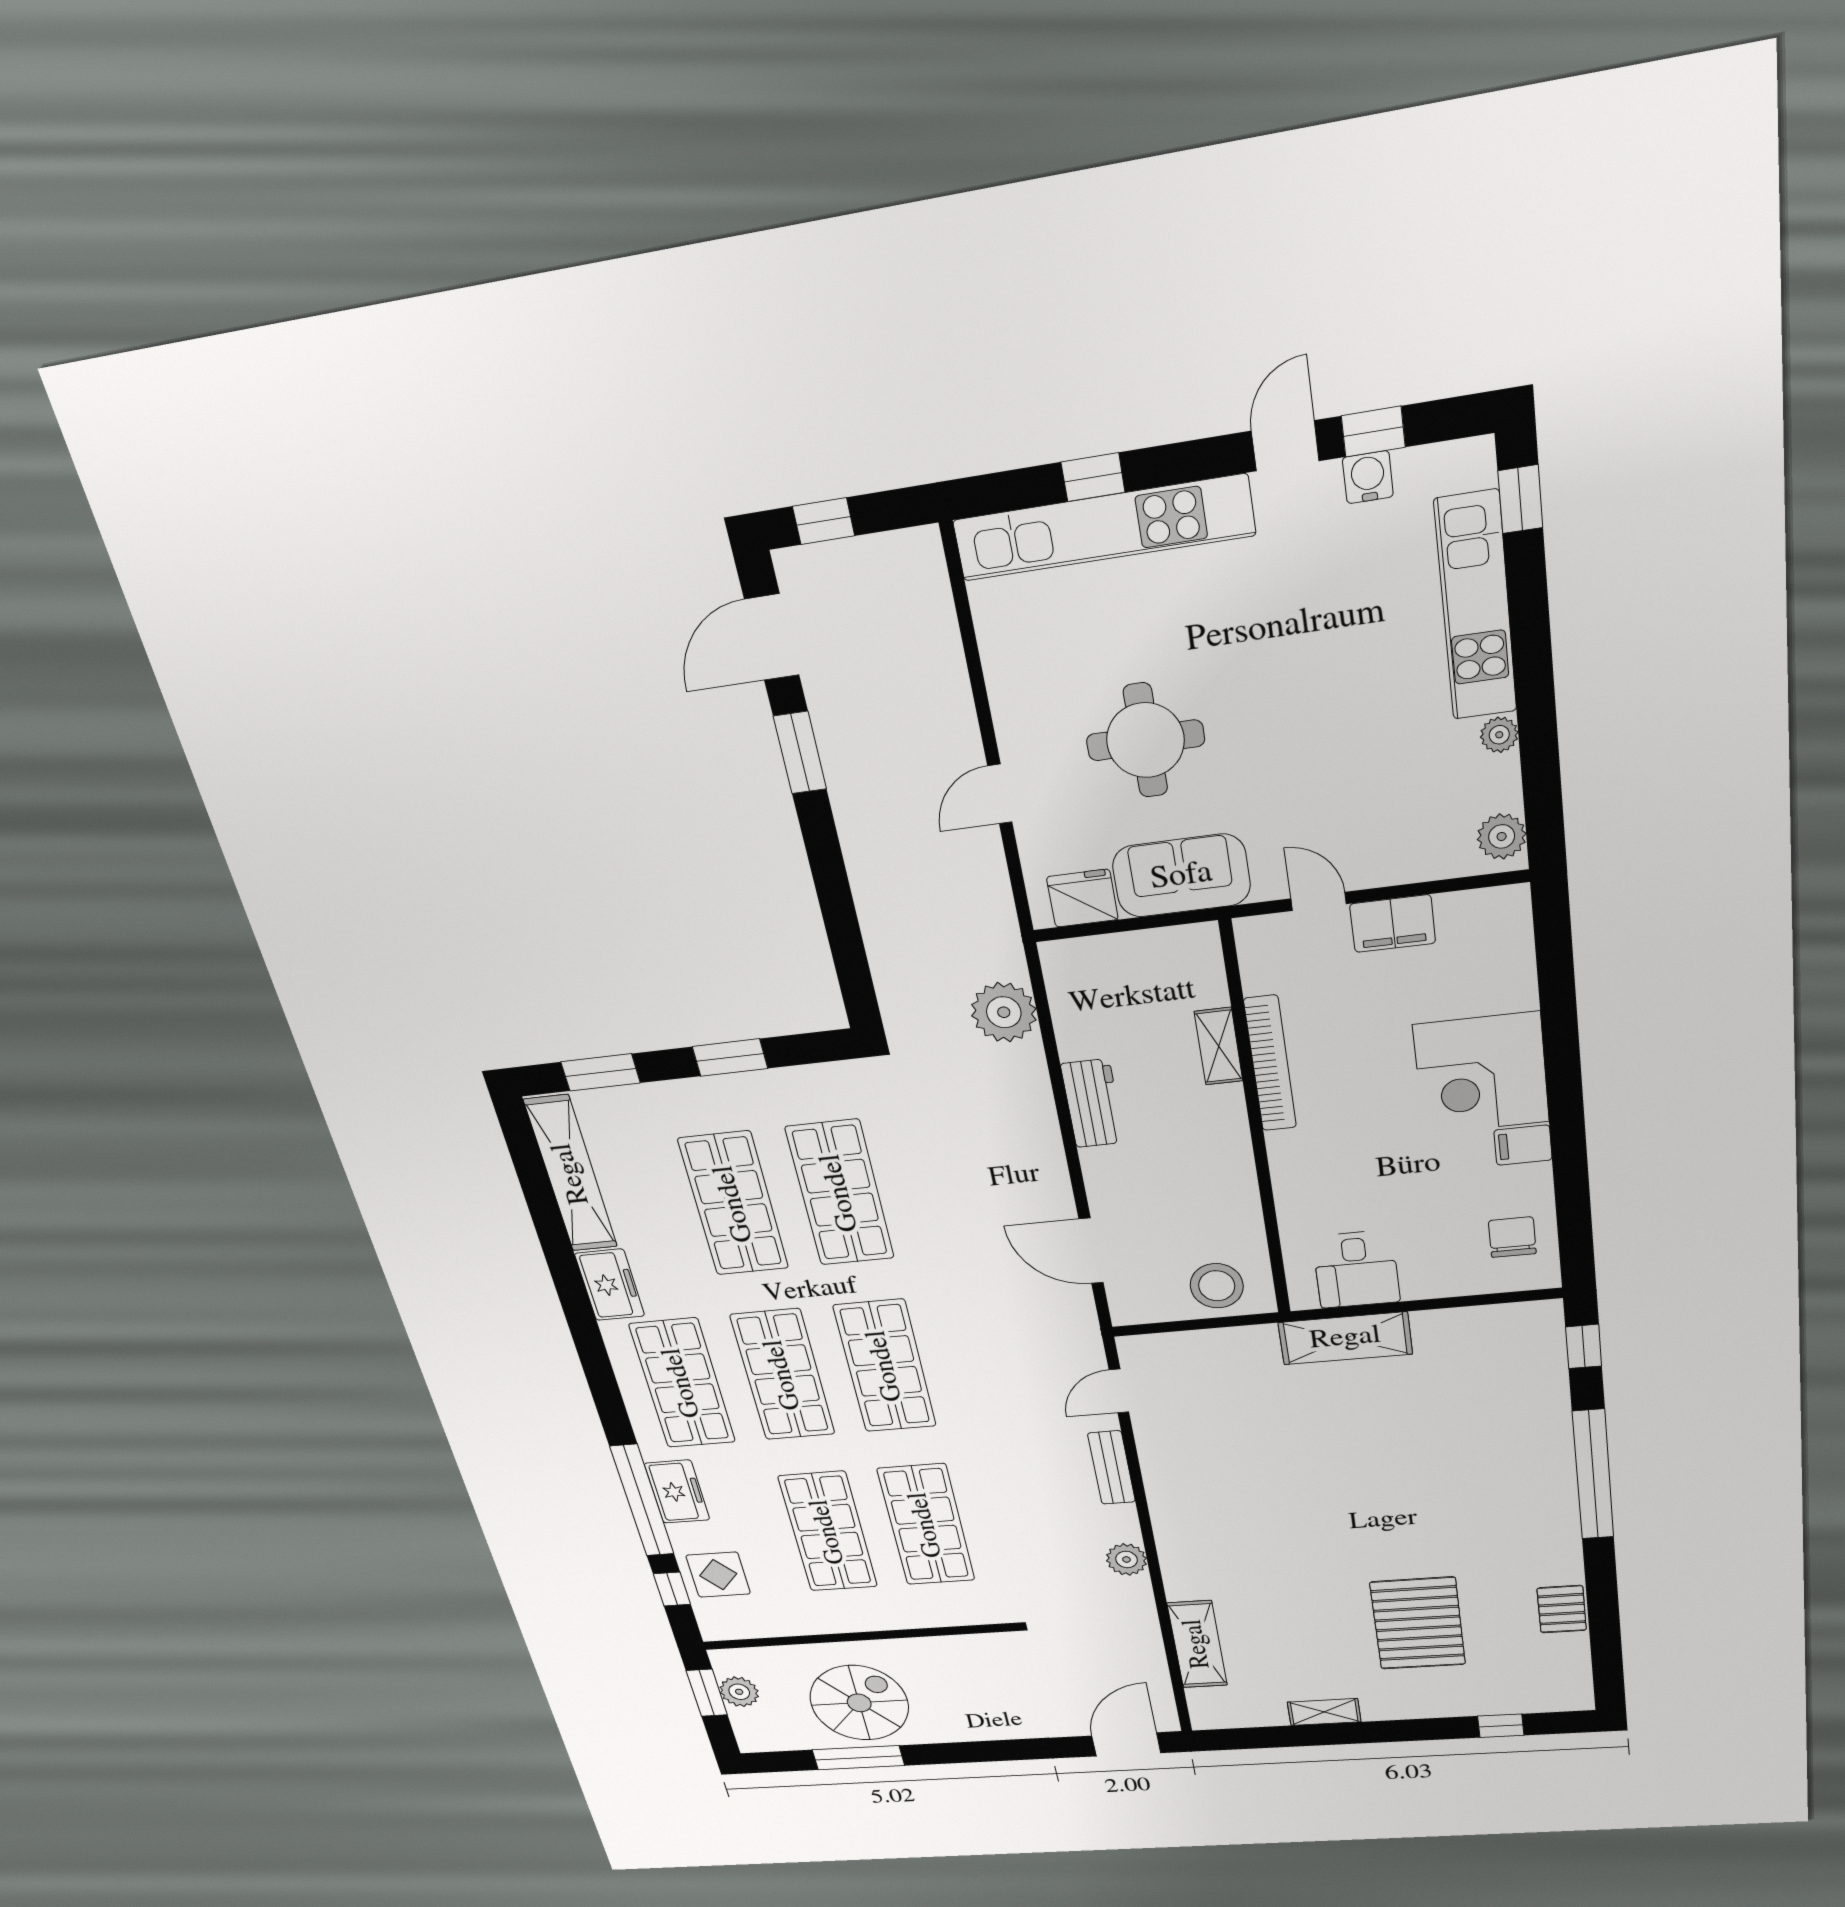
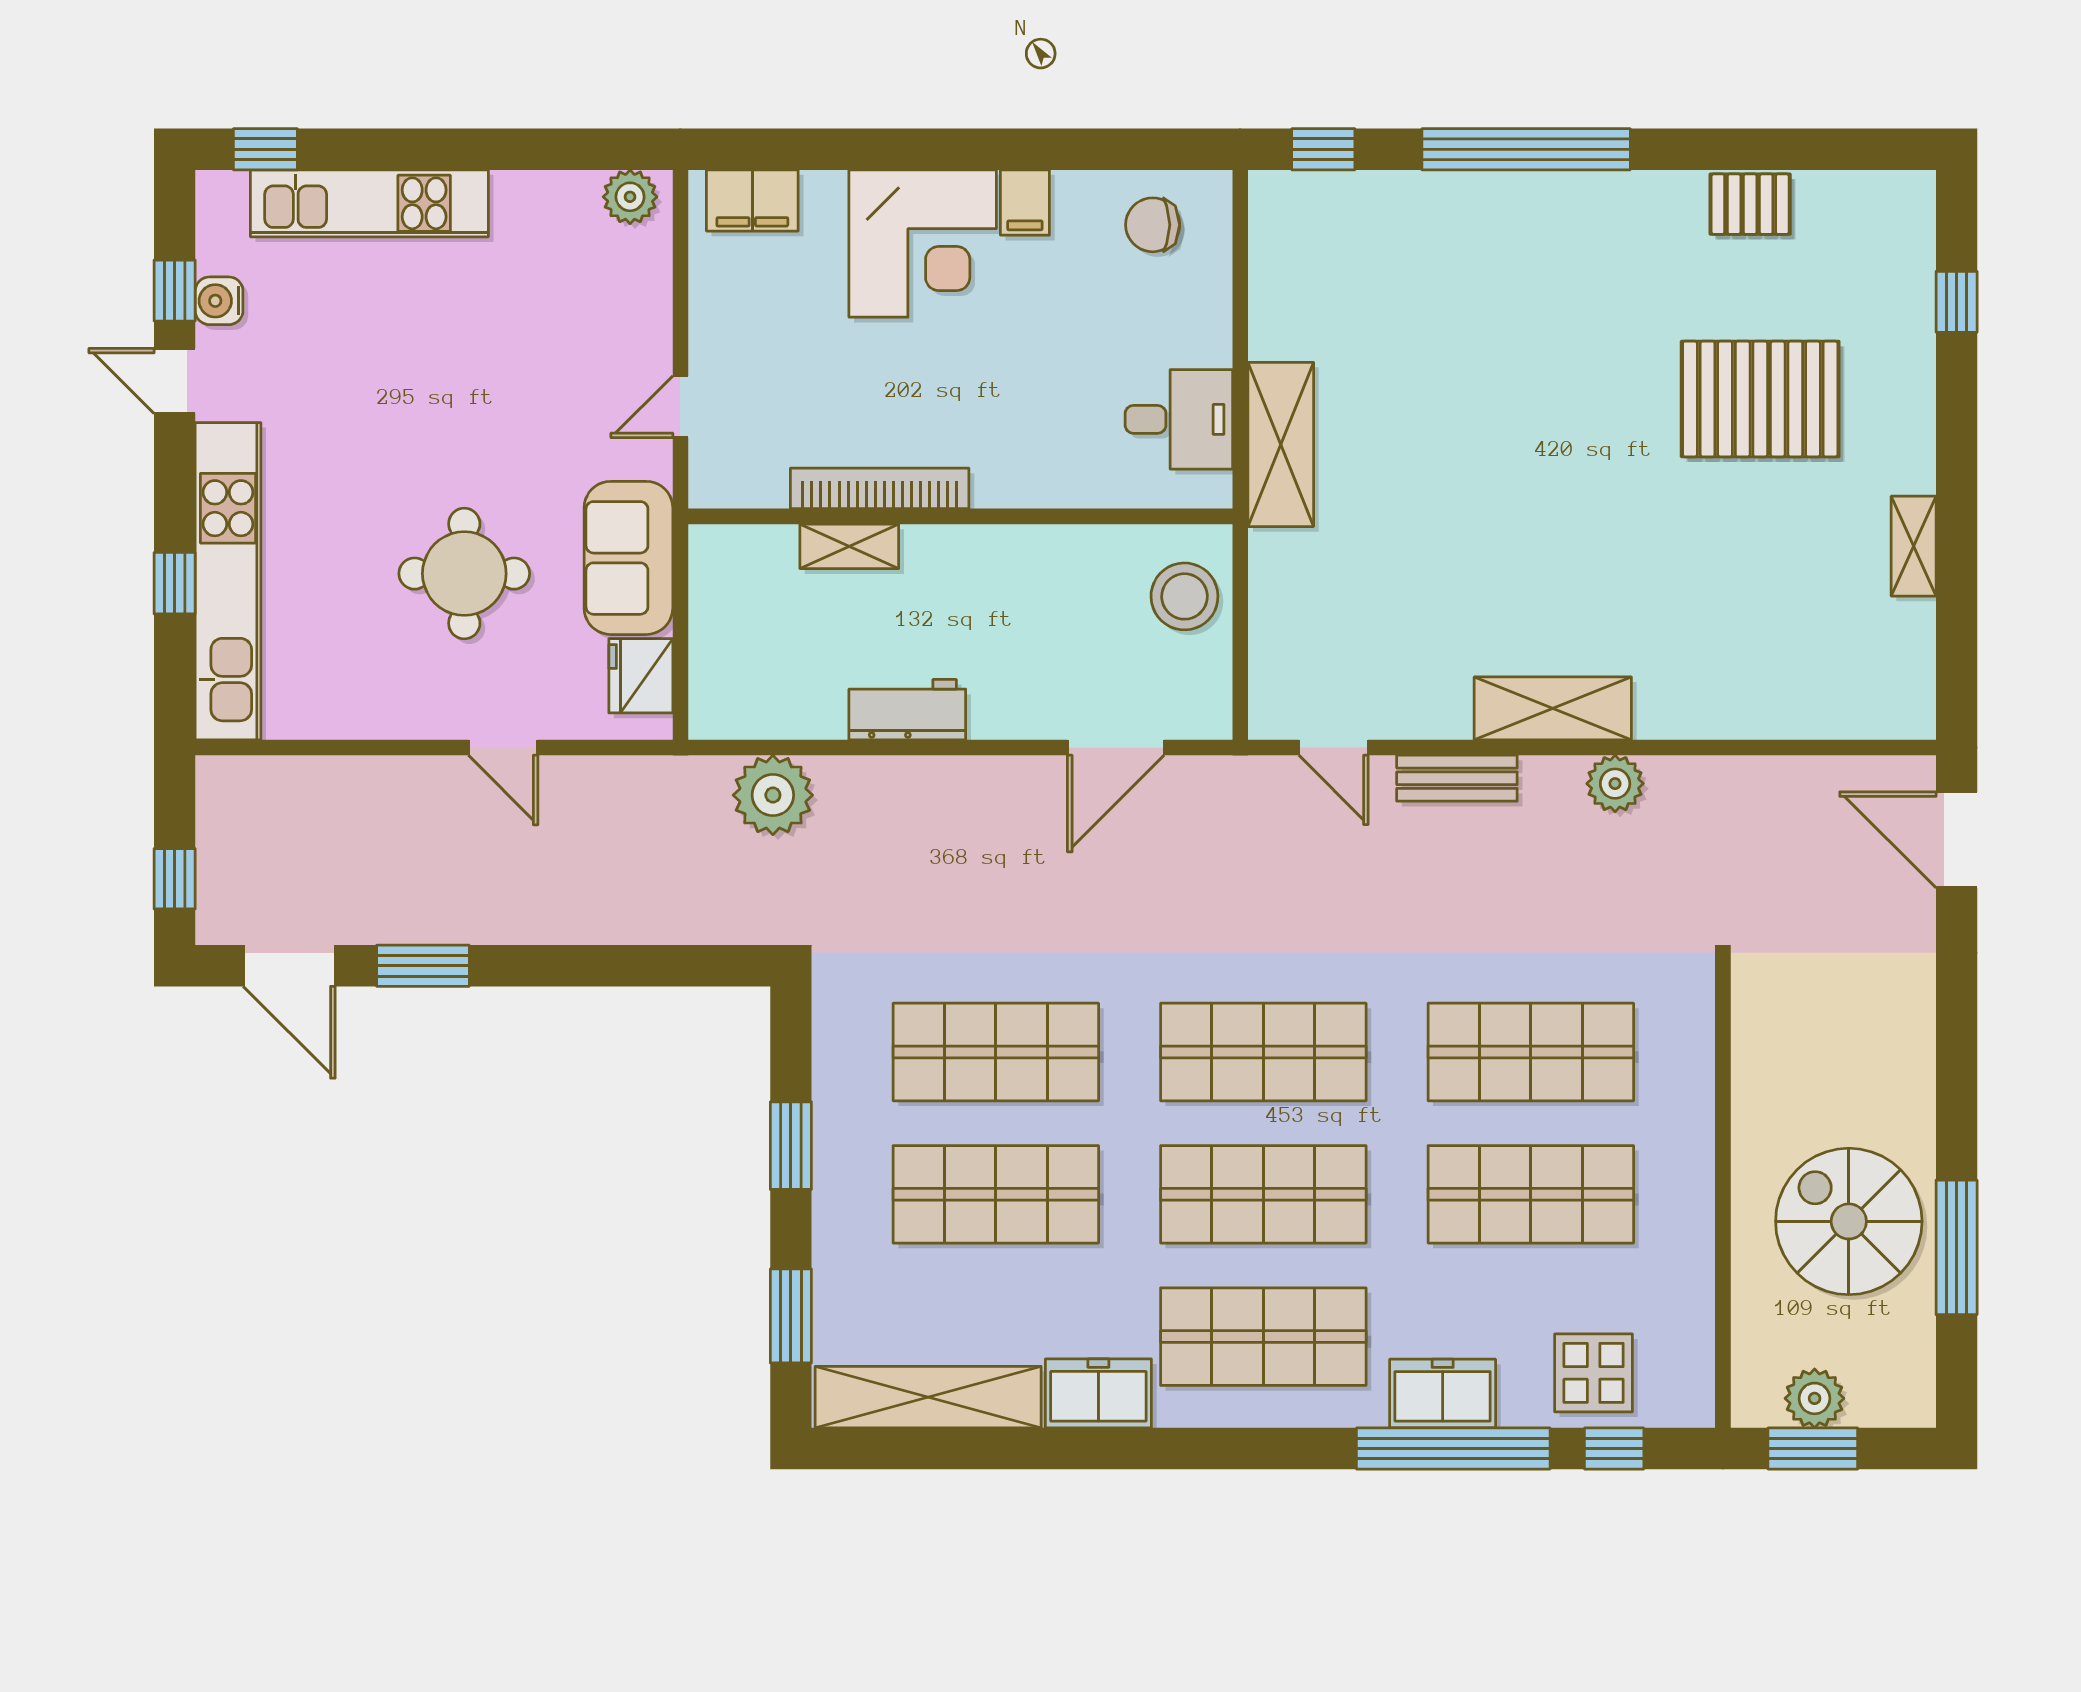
plant: (1499, 735) -> (513, 190), removed
filing cabinet: (1393, 924) -> (752, 200), moved, turned 90
shelving: (1197, 1644) -> (1553, 708), moved

